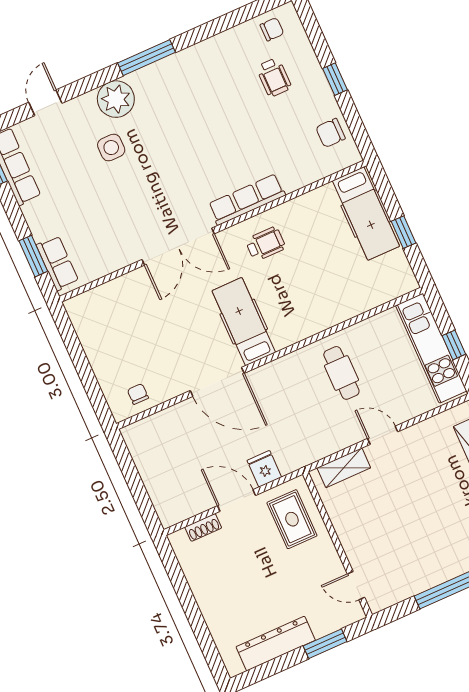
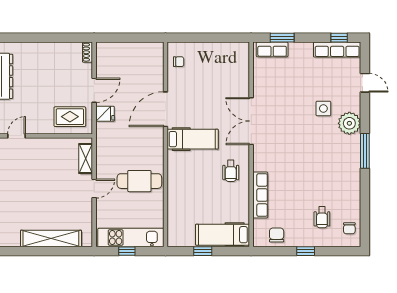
wheelchair: (274, 77) -> (322, 217), turned -90
row of seats: (247, 200) -> (260, 195), moved
cafe table: (341, 373) -> (139, 181), width x1.37, depth x1.35
shoe rack: (203, 527) -> (88, 52), moved

